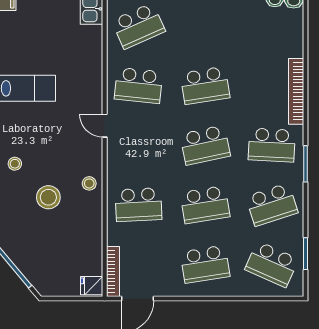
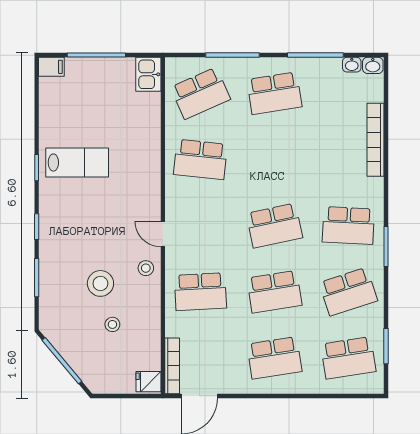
school desk: (205, 85) -> (274, 93), moved
bookcase: (296, 91) -> (375, 140), moved
door: (105, 126) -> (163, 234), moved
stool: (15, 164) -> (112, 324), moved
school desk: (272, 264) -> (348, 358), turned -33

